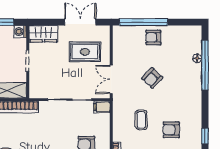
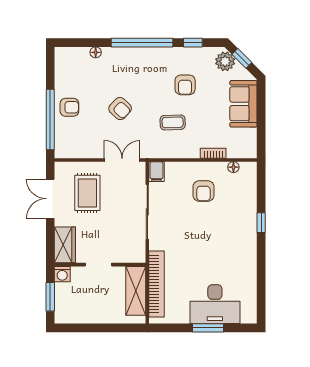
armchair: (153, 37) -> (69, 107), turned -90
window: (205, 65) -> (142, 43), moved
double door: (111, 79) -> (122, 160), swing flipped

